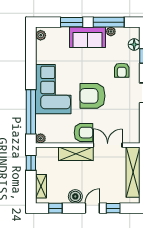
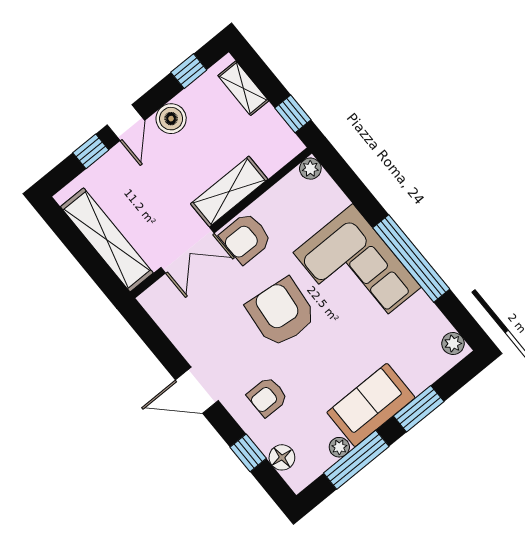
armchair: (122, 70) -> (267, 397), turned -90
armchair: (92, 96) -> (281, 313), turned -84
window: (31, 112) -> (411, 258), moved

